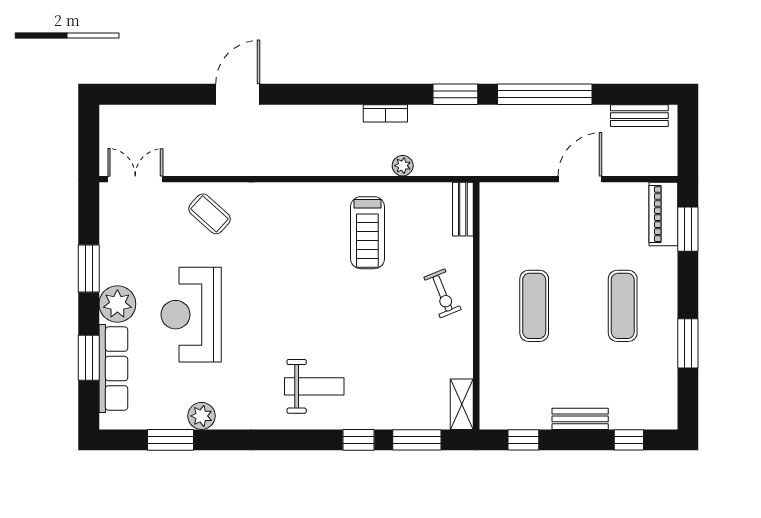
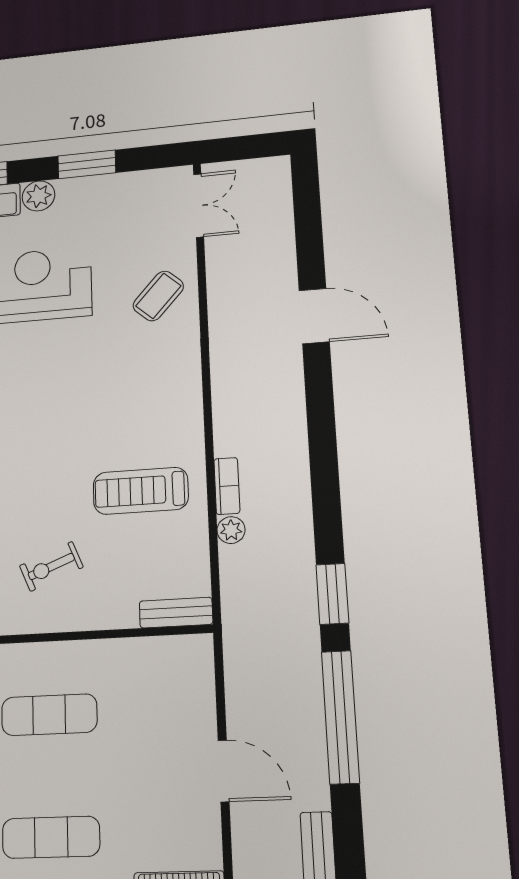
bookcase: (385, 113) -> (227, 486), moved, turned 180
exercise bike: (443, 293) -> (51, 566), moved
plant: (117, 304) -> (39, 196), width x0.73, depth x0.73

